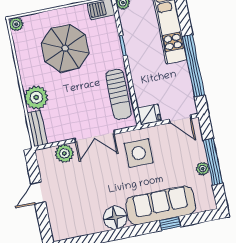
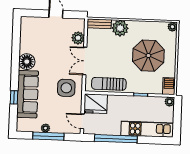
fridge: (149, 115) -> (96, 104), width x1.88, depth x1.34
door: (180, 119) -> (82, 121), hinge flipped

